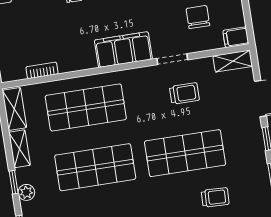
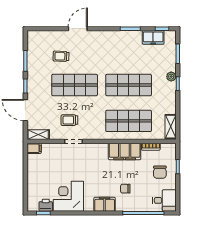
chair: (198, 17) -> (160, 172), moved
filing cabinet: (123, 50) -> (125, 151), moved
shelving: (20, 149) -> (171, 103), removed

